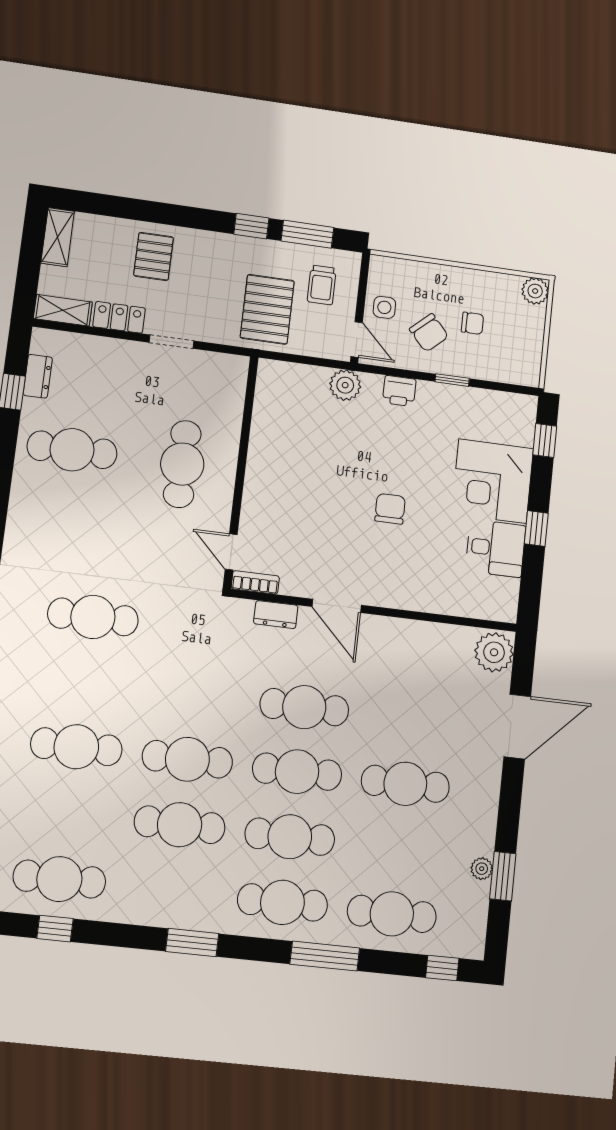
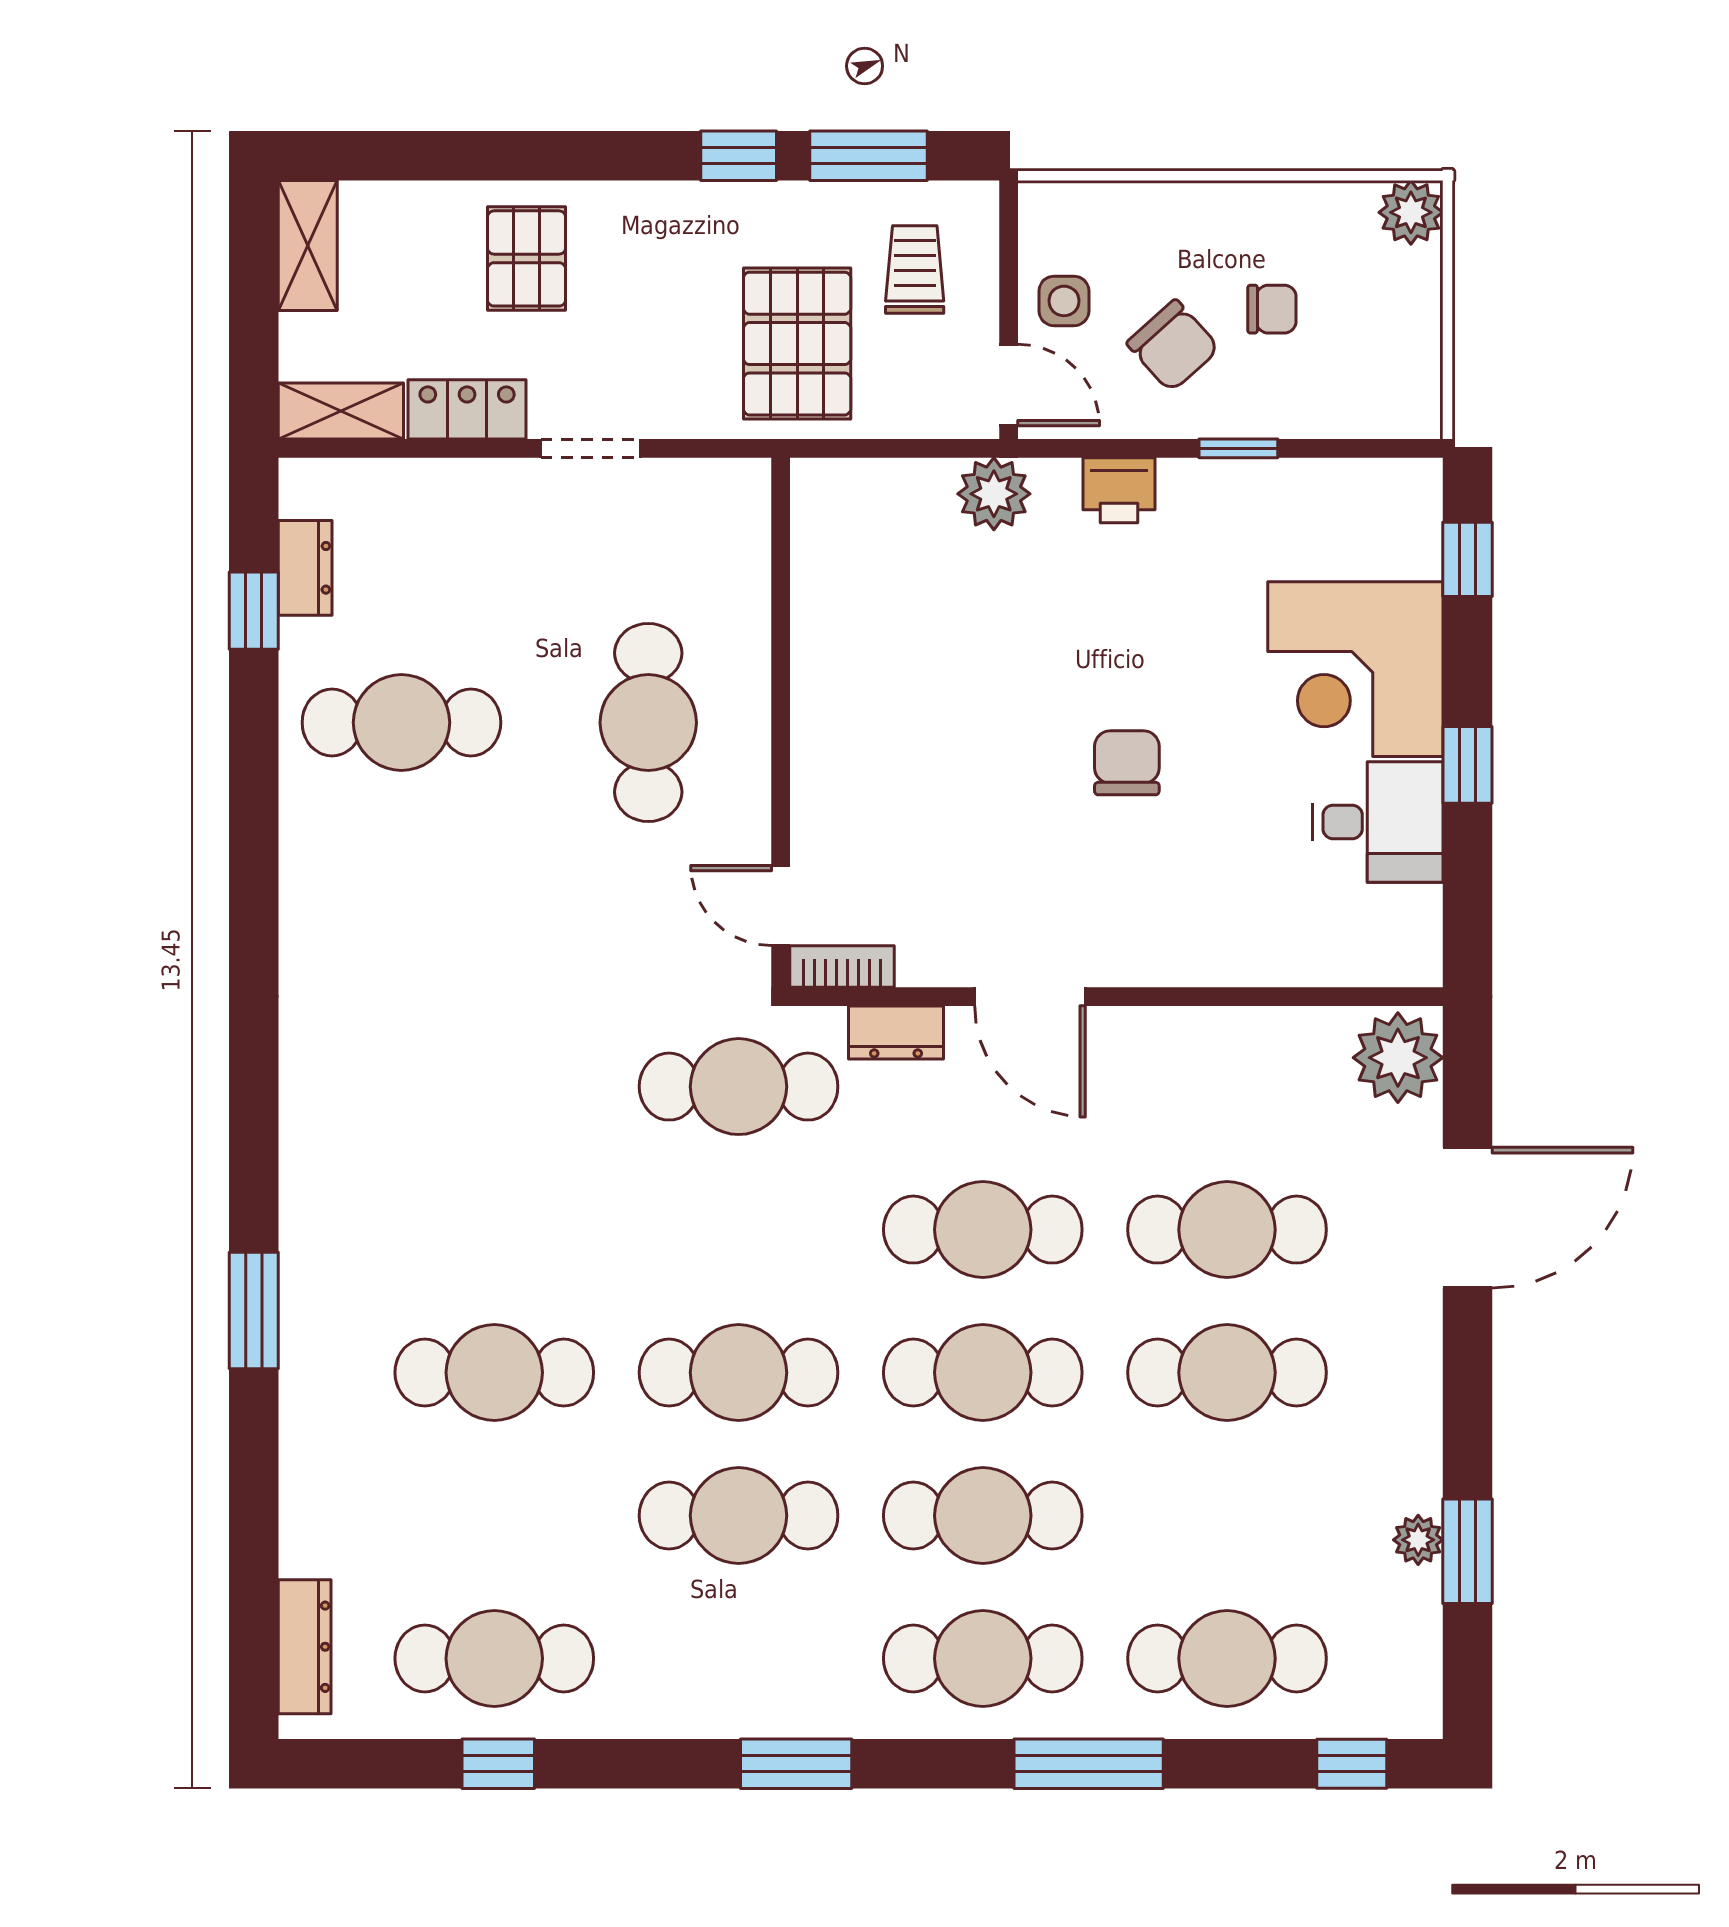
trolley: (322, 285) -> (915, 269), turned 180
cafe table: (93, 617) -> (739, 1087), moved
cafe table: (412, 720) -> (1227, 1230), added

